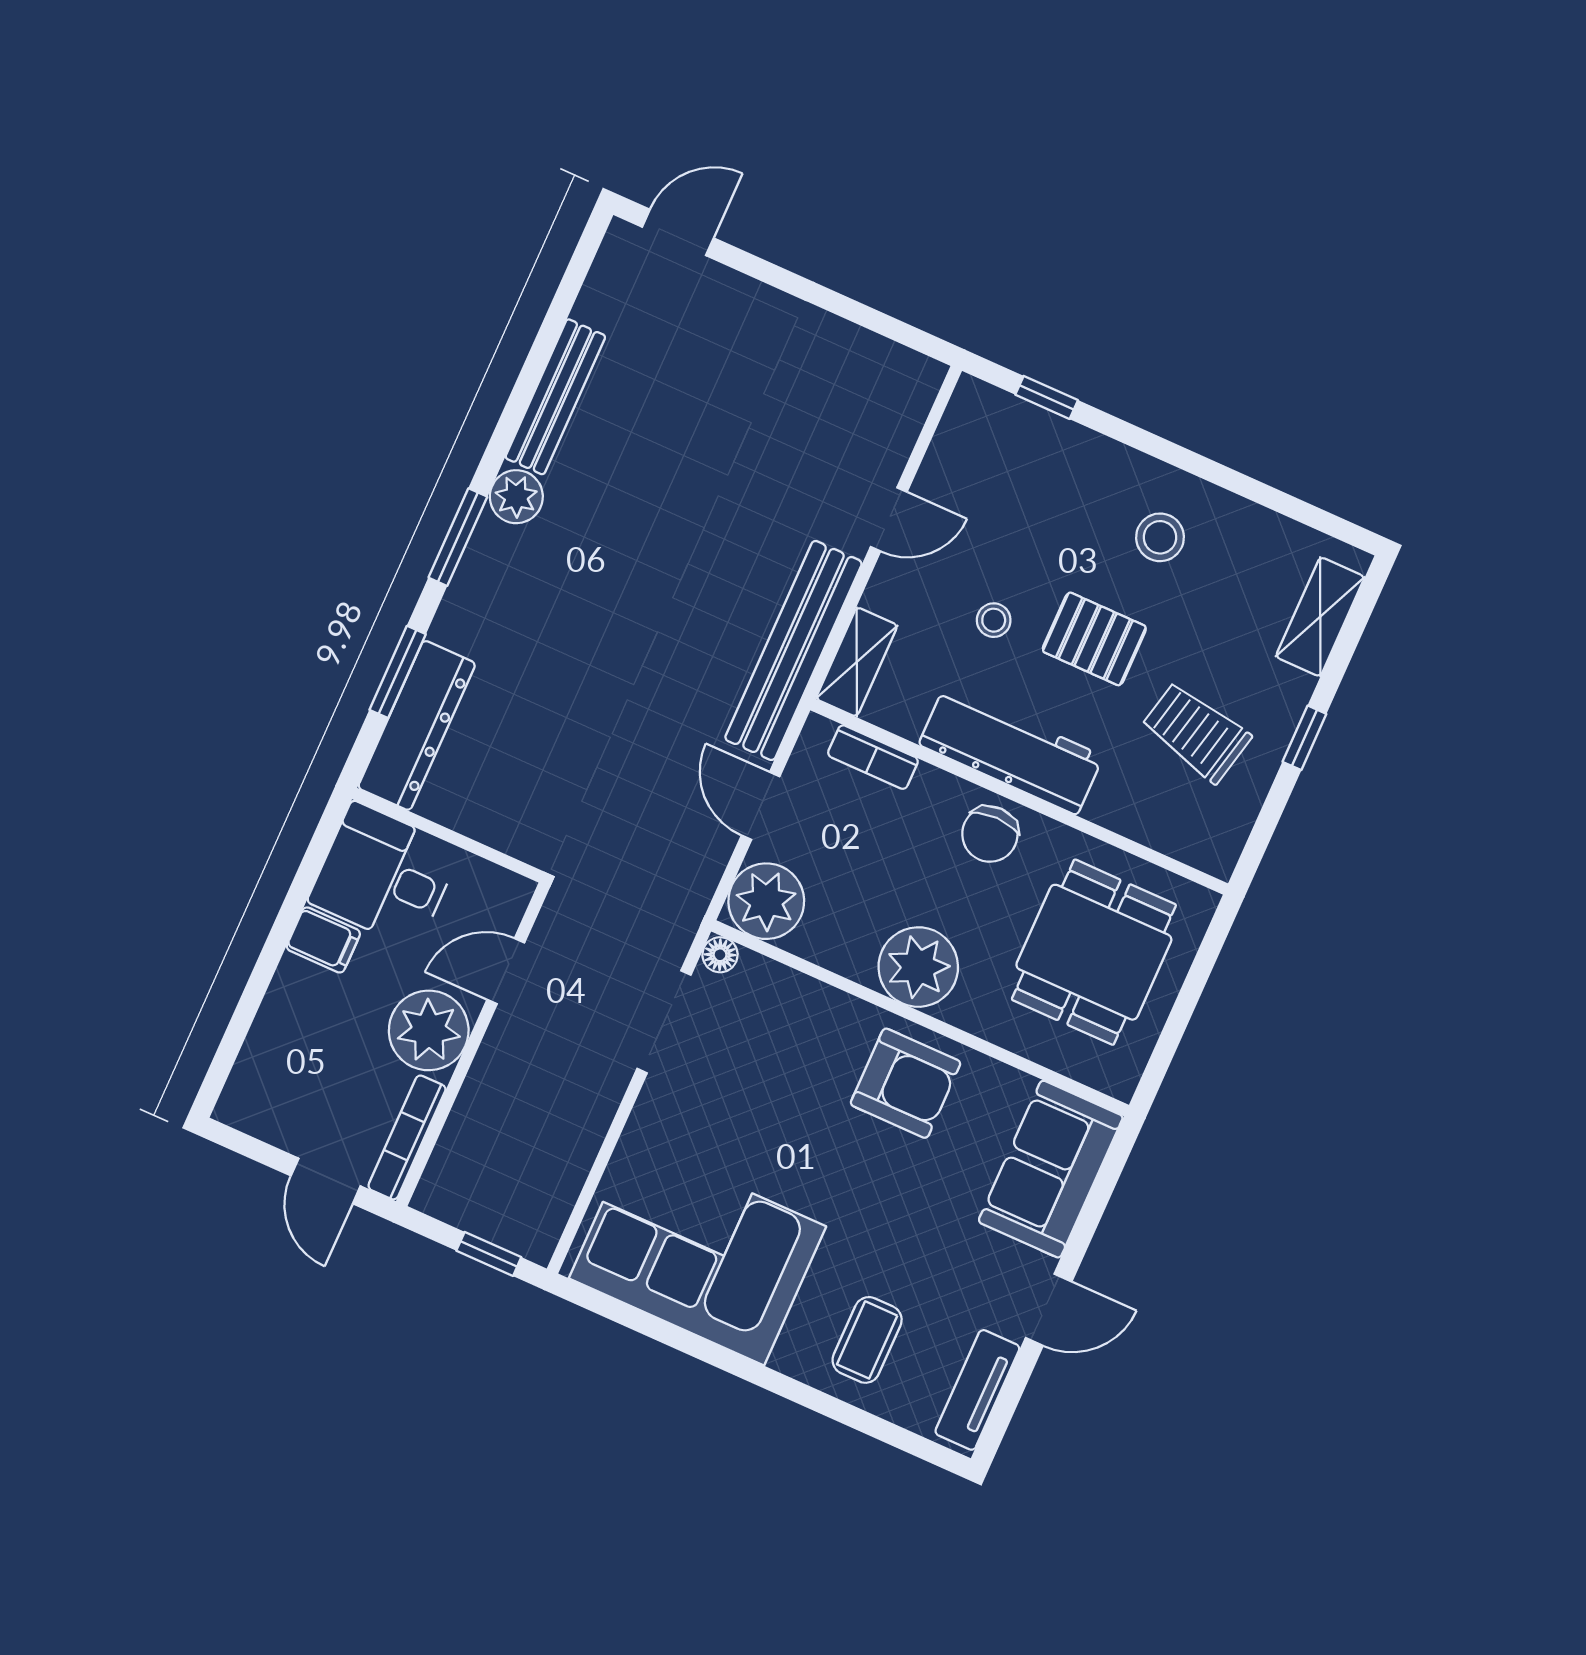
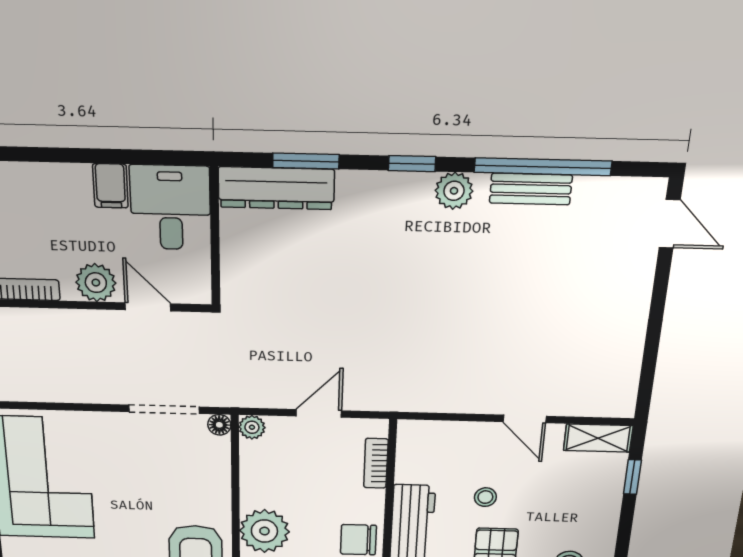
window: (532, 371) -> (543, 167), added
bench: (555, 397) -> (531, 189), width x0.73
window: (458, 537) -> (412, 164), width x0.67
bench: (793, 651) -> (422, 396), removed
shelving: (857, 662) -> (598, 438), moved
plant: (766, 901) -> (252, 427), width x0.53, depth x0.53
plant: (429, 1030) -> (96, 283), width x0.73, depth x0.73

